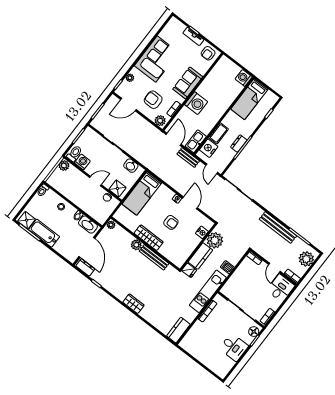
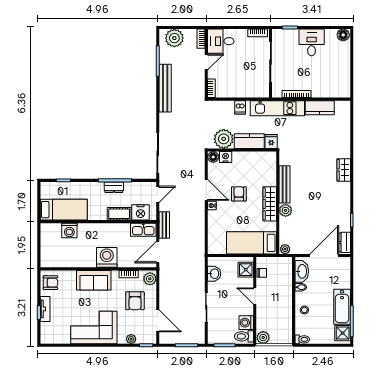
washing machine: (244, 78) -> (69, 231), moved
bed: (142, 193) -> (251, 243), moved, turned 180
door: (190, 203) -> (206, 190), swing flipped
floor lamp: (208, 224) -> (213, 157), added
kitchen counter: (178, 330) -> (320, 108), moved
floor lamp: (254, 332) -> (343, 35), moved

